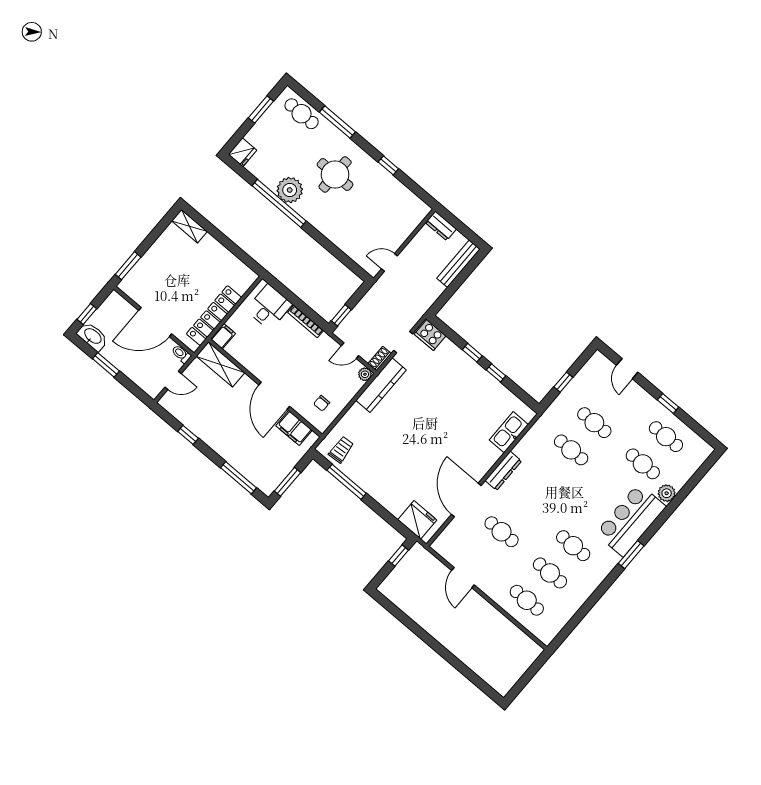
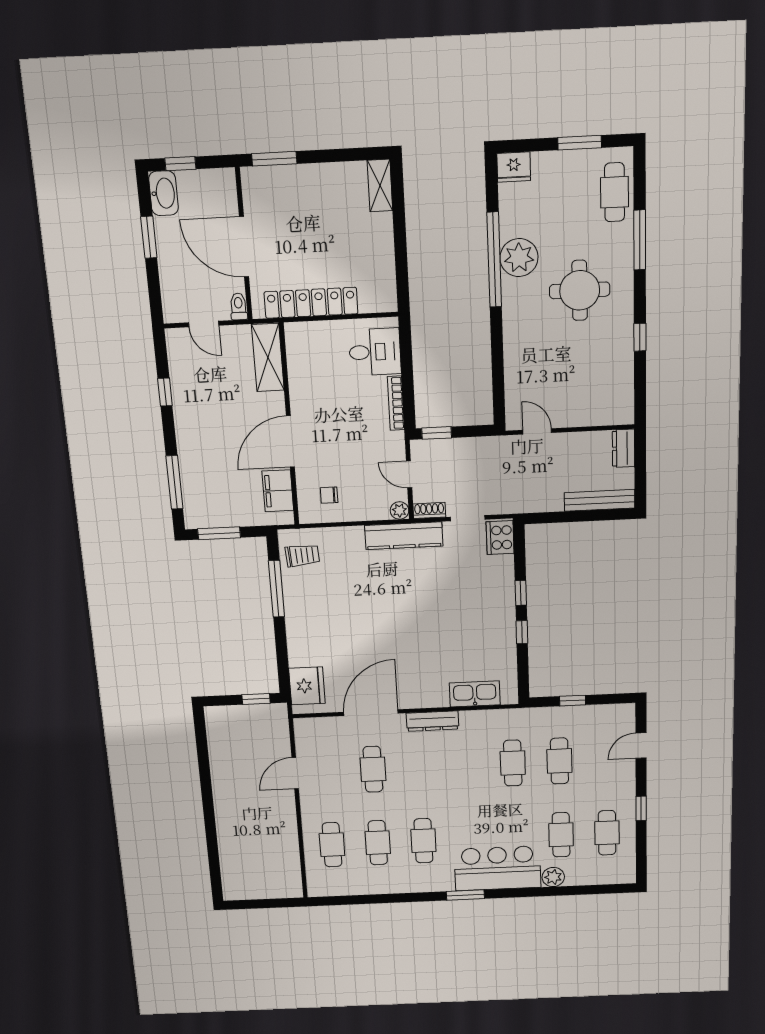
filing cabinet: (223, 336) -> (299, 333), removed

